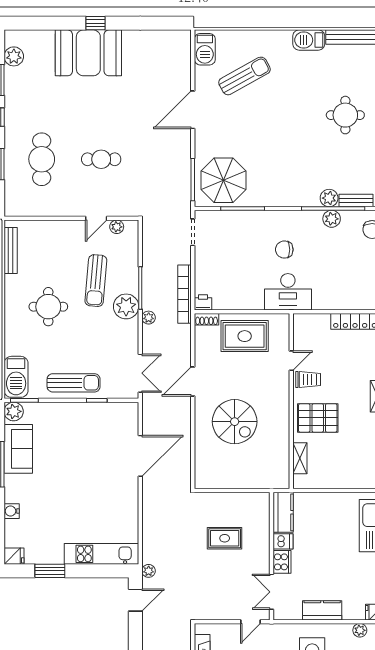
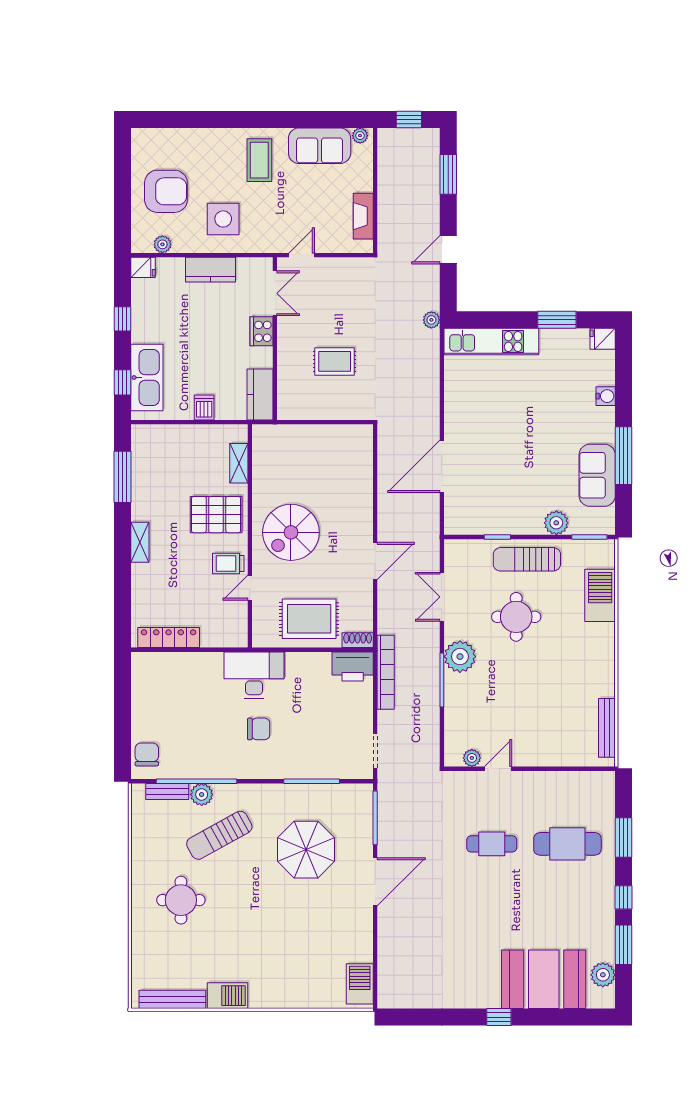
booth: (88, 53) -> (544, 979), moved
sun lounger: (244, 76) -> (219, 835), moved
door: (193, 110) -> (375, 882), moved
cafe table: (42, 159) -> (567, 844), turned 90
parasol: (223, 180) -> (306, 850), moved
plant: (332, 219) -> (198, 768), removed
sun lounger: (96, 281) -> (498, 689), removed
printer: (203, 302) -> (353, 666), width x1.87, depth x1.48
round table: (48, 307) -> (516, 617), moved
plant: (149, 318) -> (431, 642), removed
double door: (140, 373) -> (442, 597), moved
barbecue: (16, 377) -> (600, 595), moved
plant: (14, 411) -> (556, 523), moved
spiral stairs: (235, 422) -> (291, 532), moved, turned -90
dishwasher: (283, 541) -> (204, 407), moved, turned 90
door: (135, 600) -> (448, 250), moved

